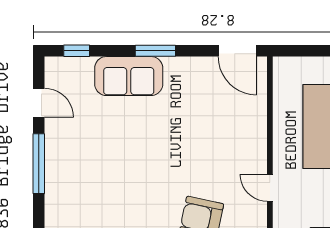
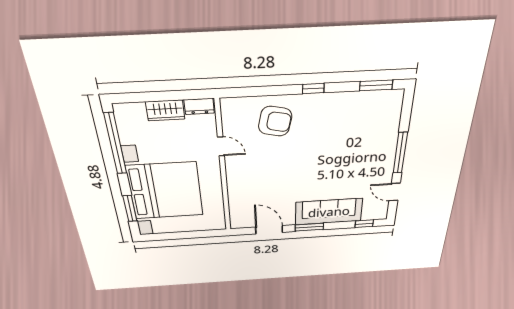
door: (237, 51) -> (269, 230), moved
sofa: (129, 76) -> (329, 212), width x1.36

